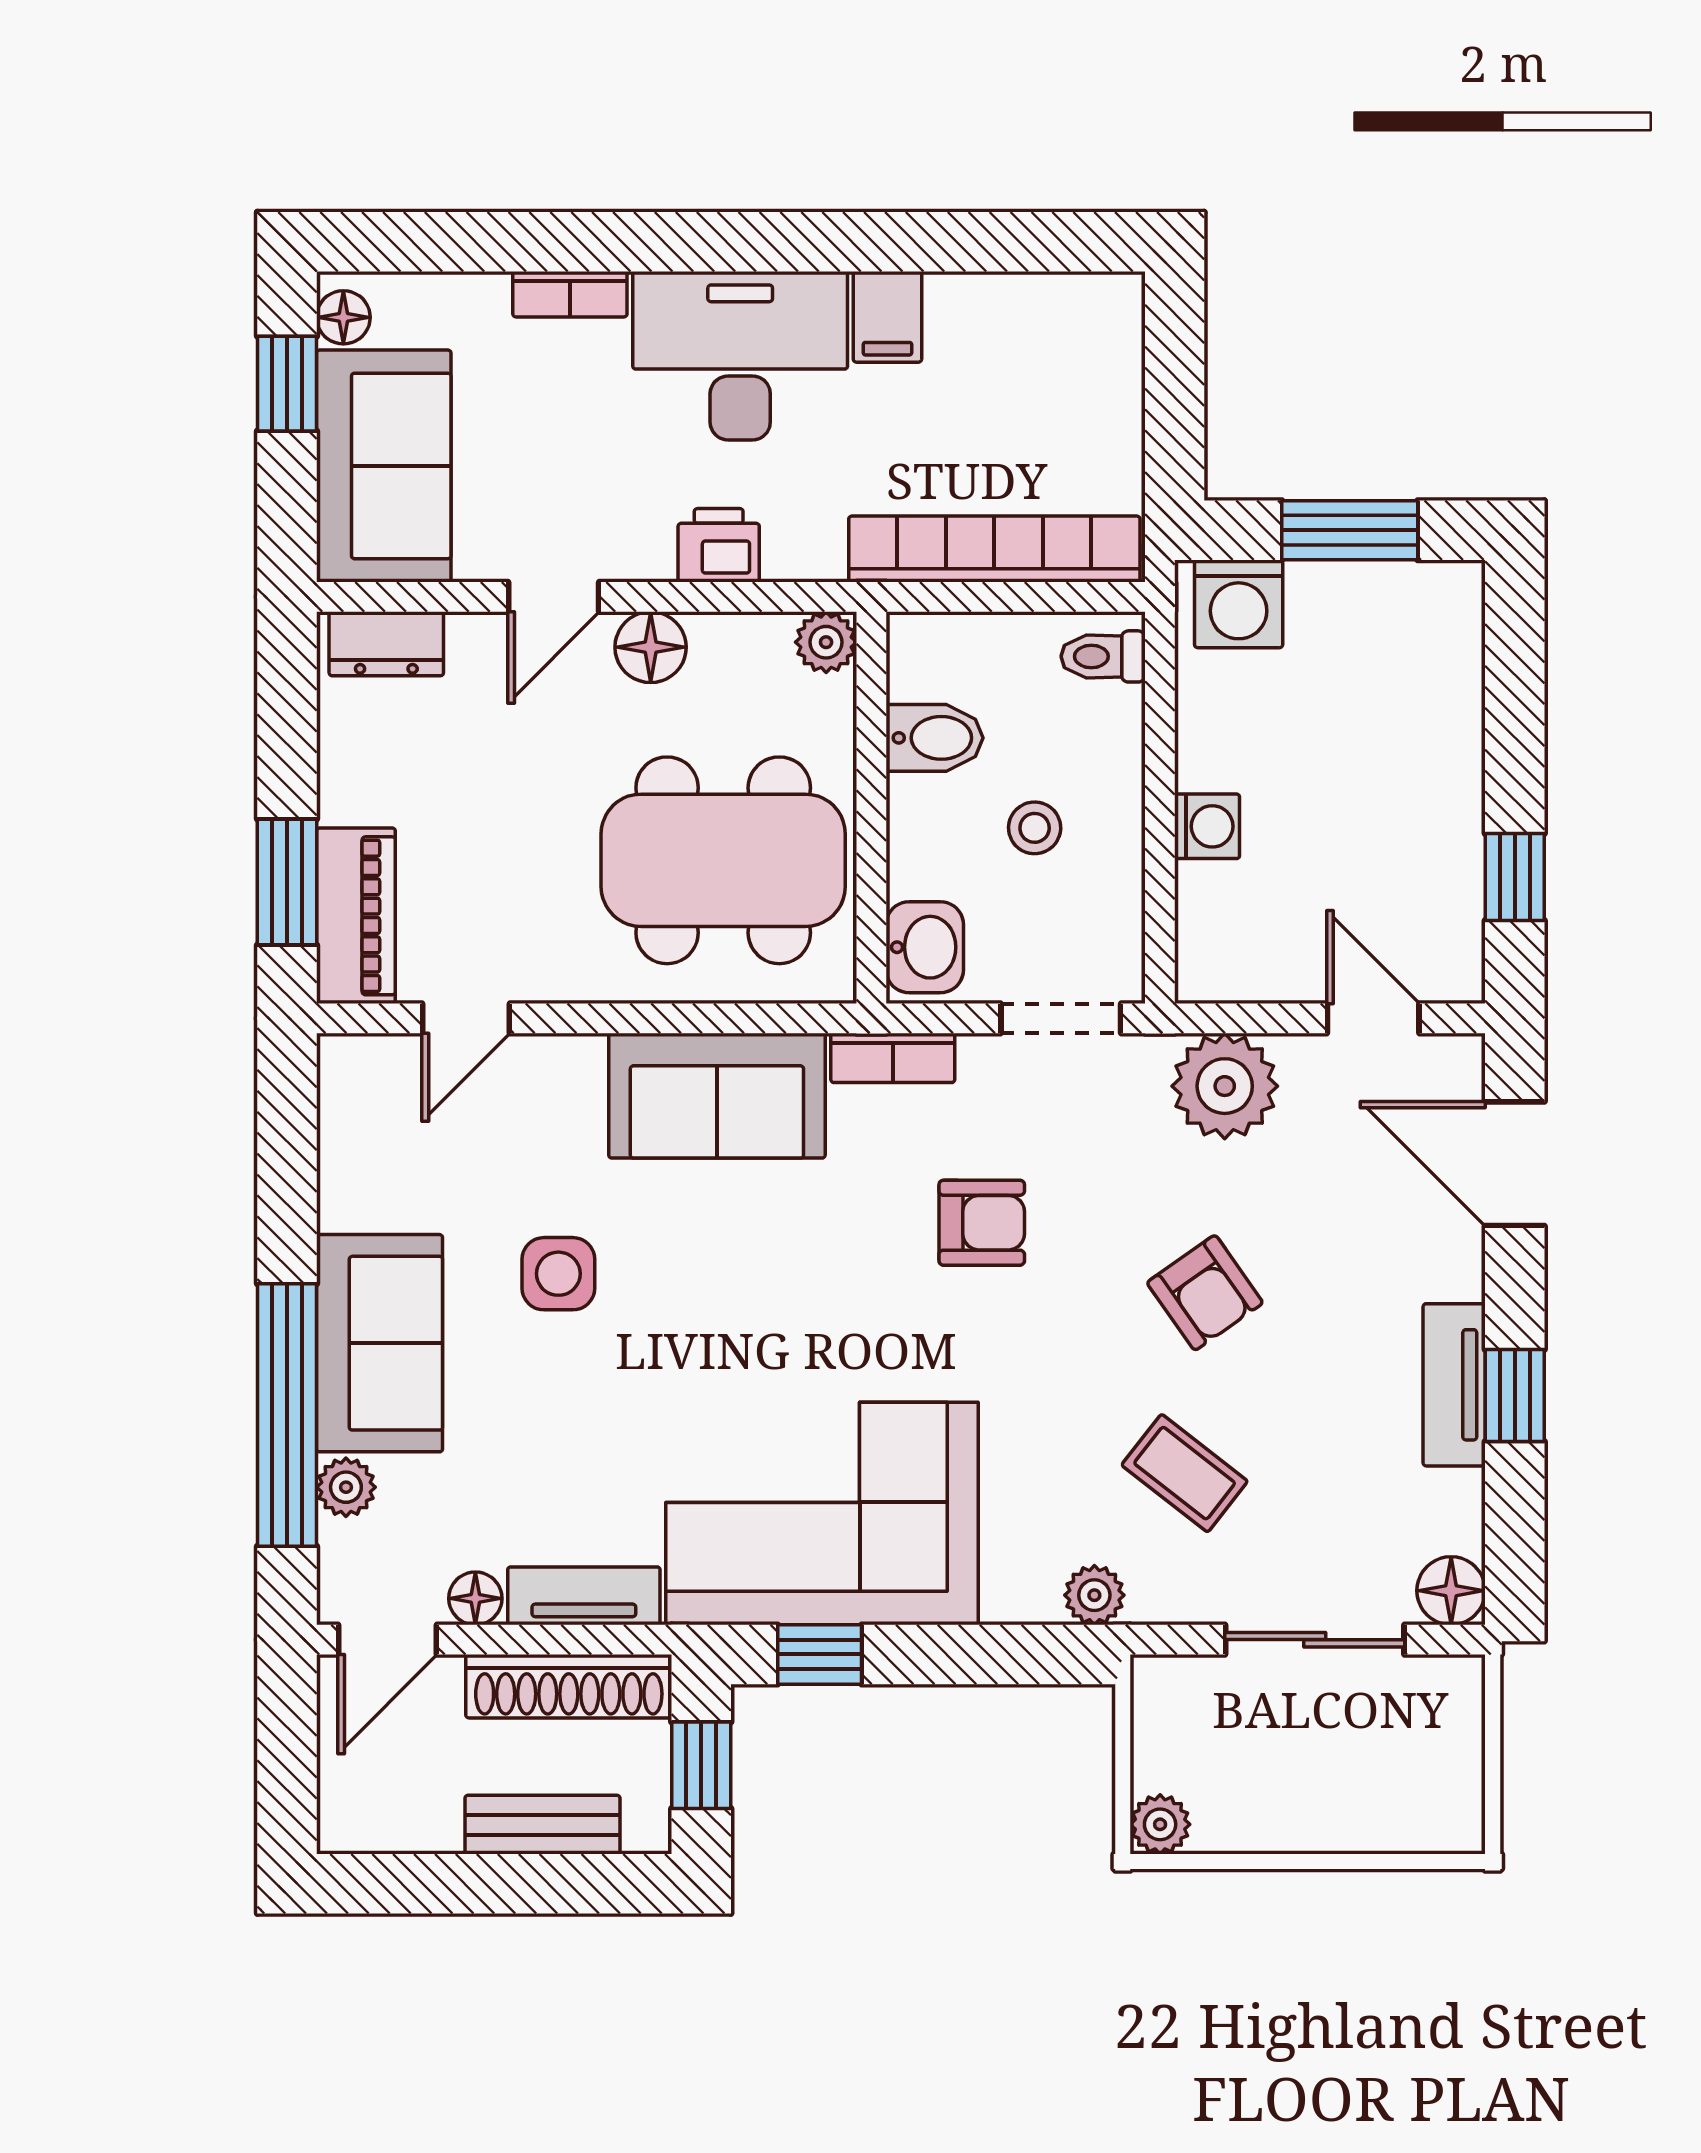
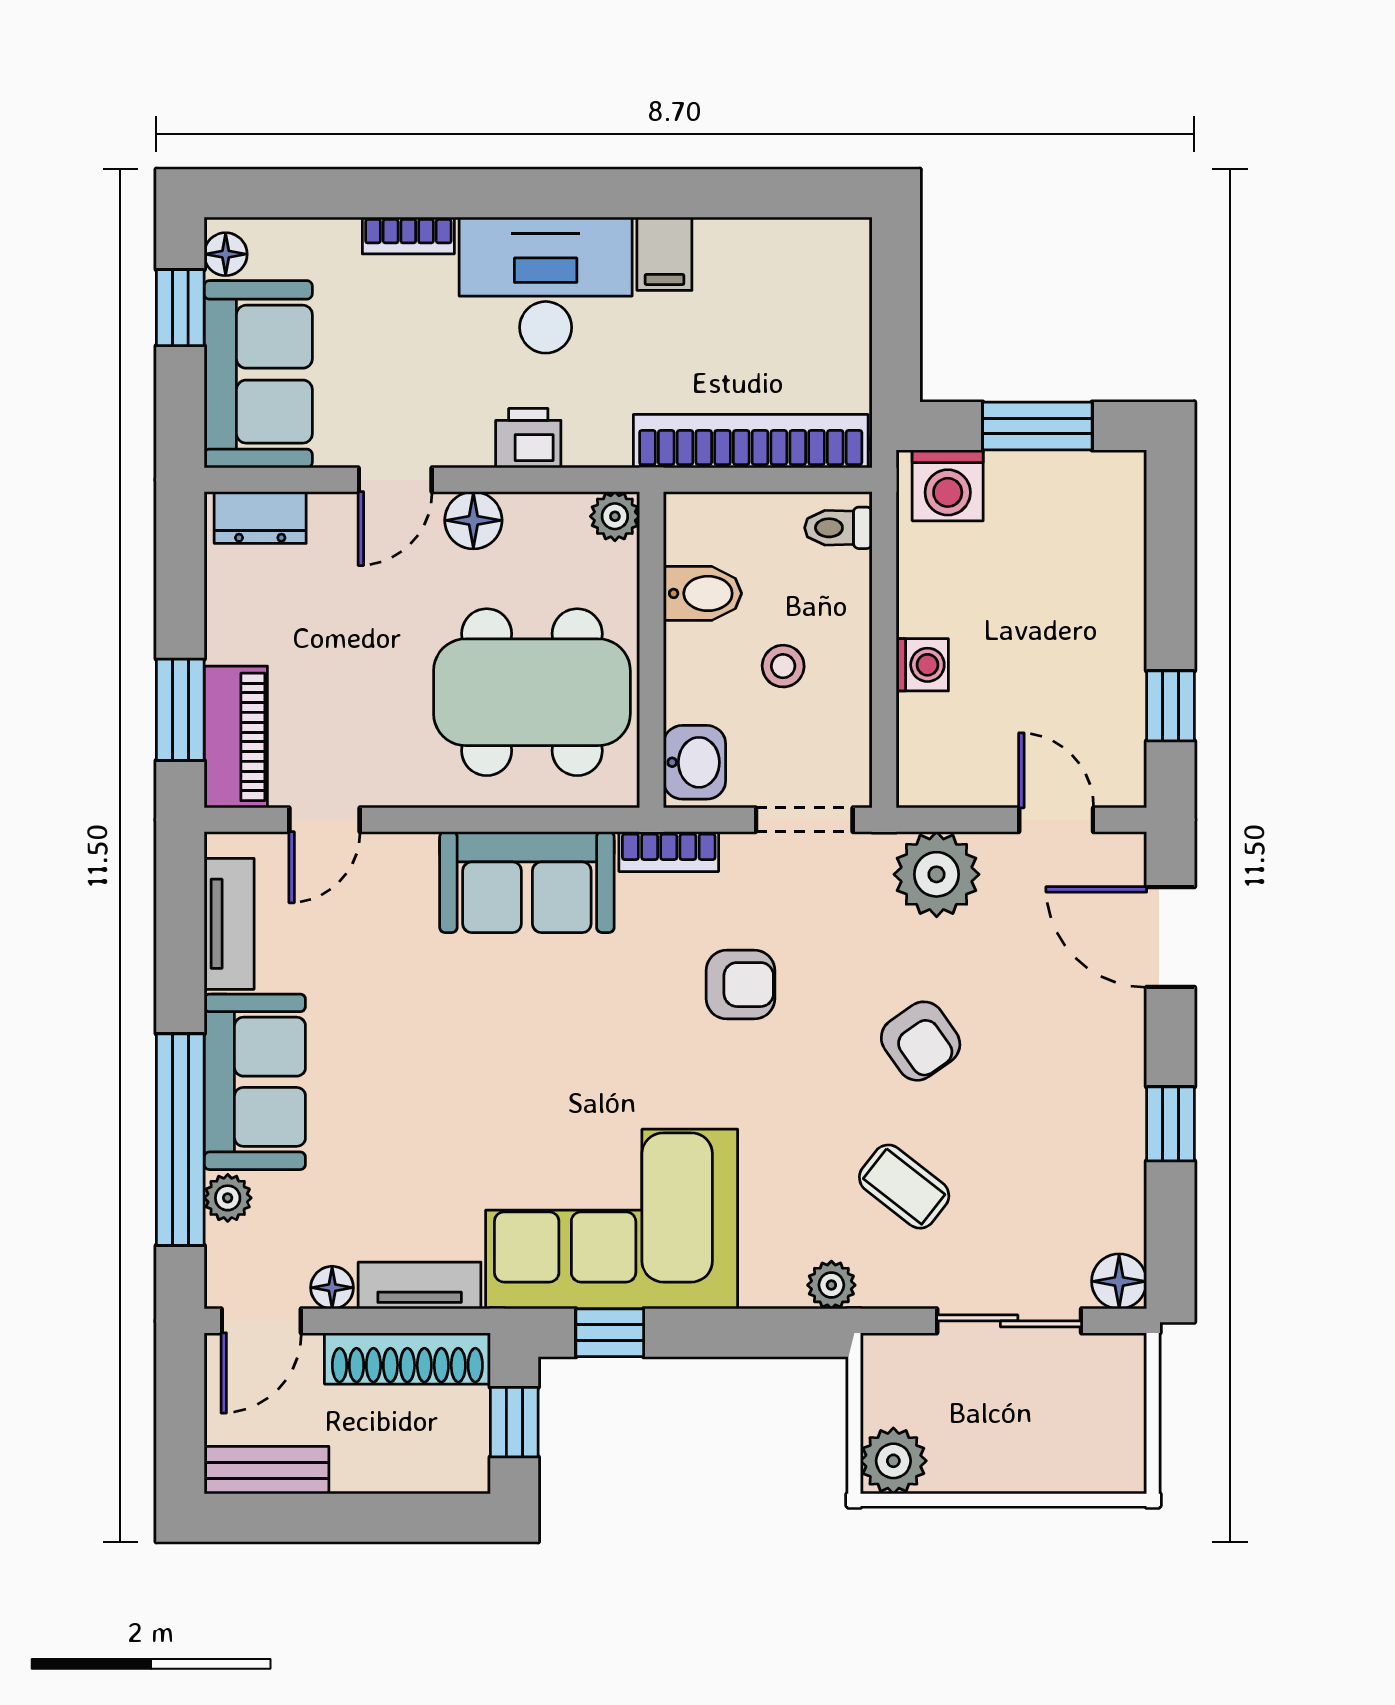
side table: (558, 1274) -> (399, 1026), removed
tv unit: (1454, 1385) -> (229, 924), moved, turned 180
plant: (1160, 1824) -> (893, 1461), width x1.38, depth x1.38
bench: (542, 1825) -> (266, 1470), moved

